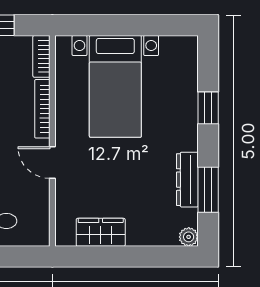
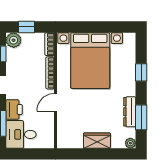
bed with nightstands: (115, 86) -> (90, 61), width x1.36
door: (52, 163) -> (56, 102), hinge flipped
wardrobe: (101, 232) -> (97, 141), moved

